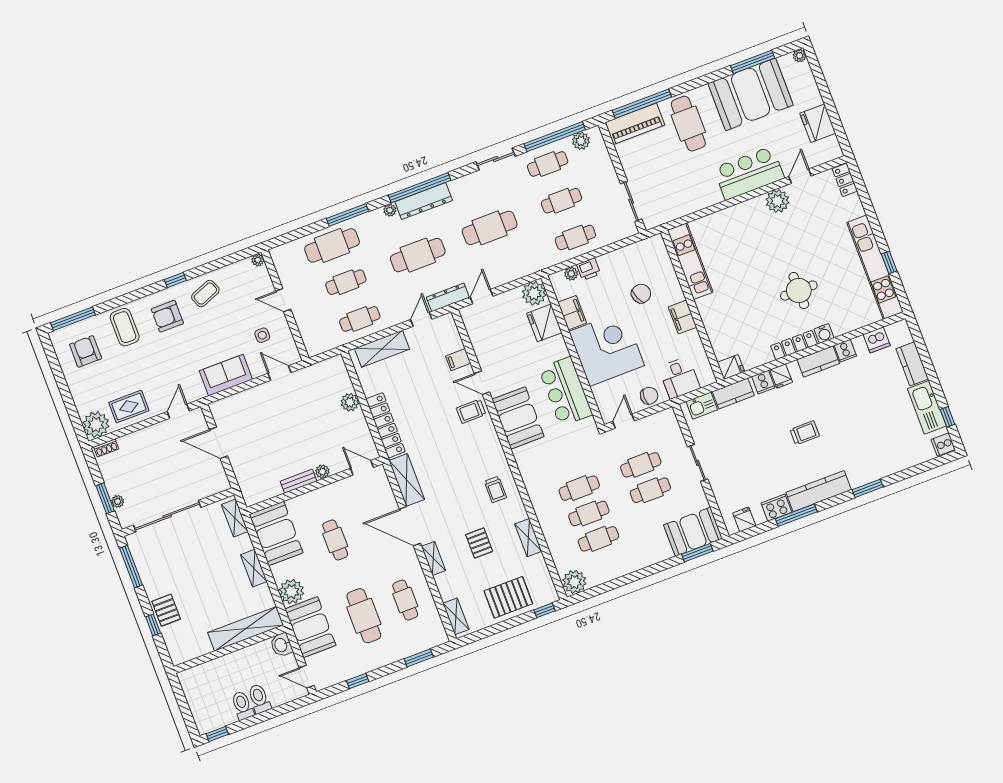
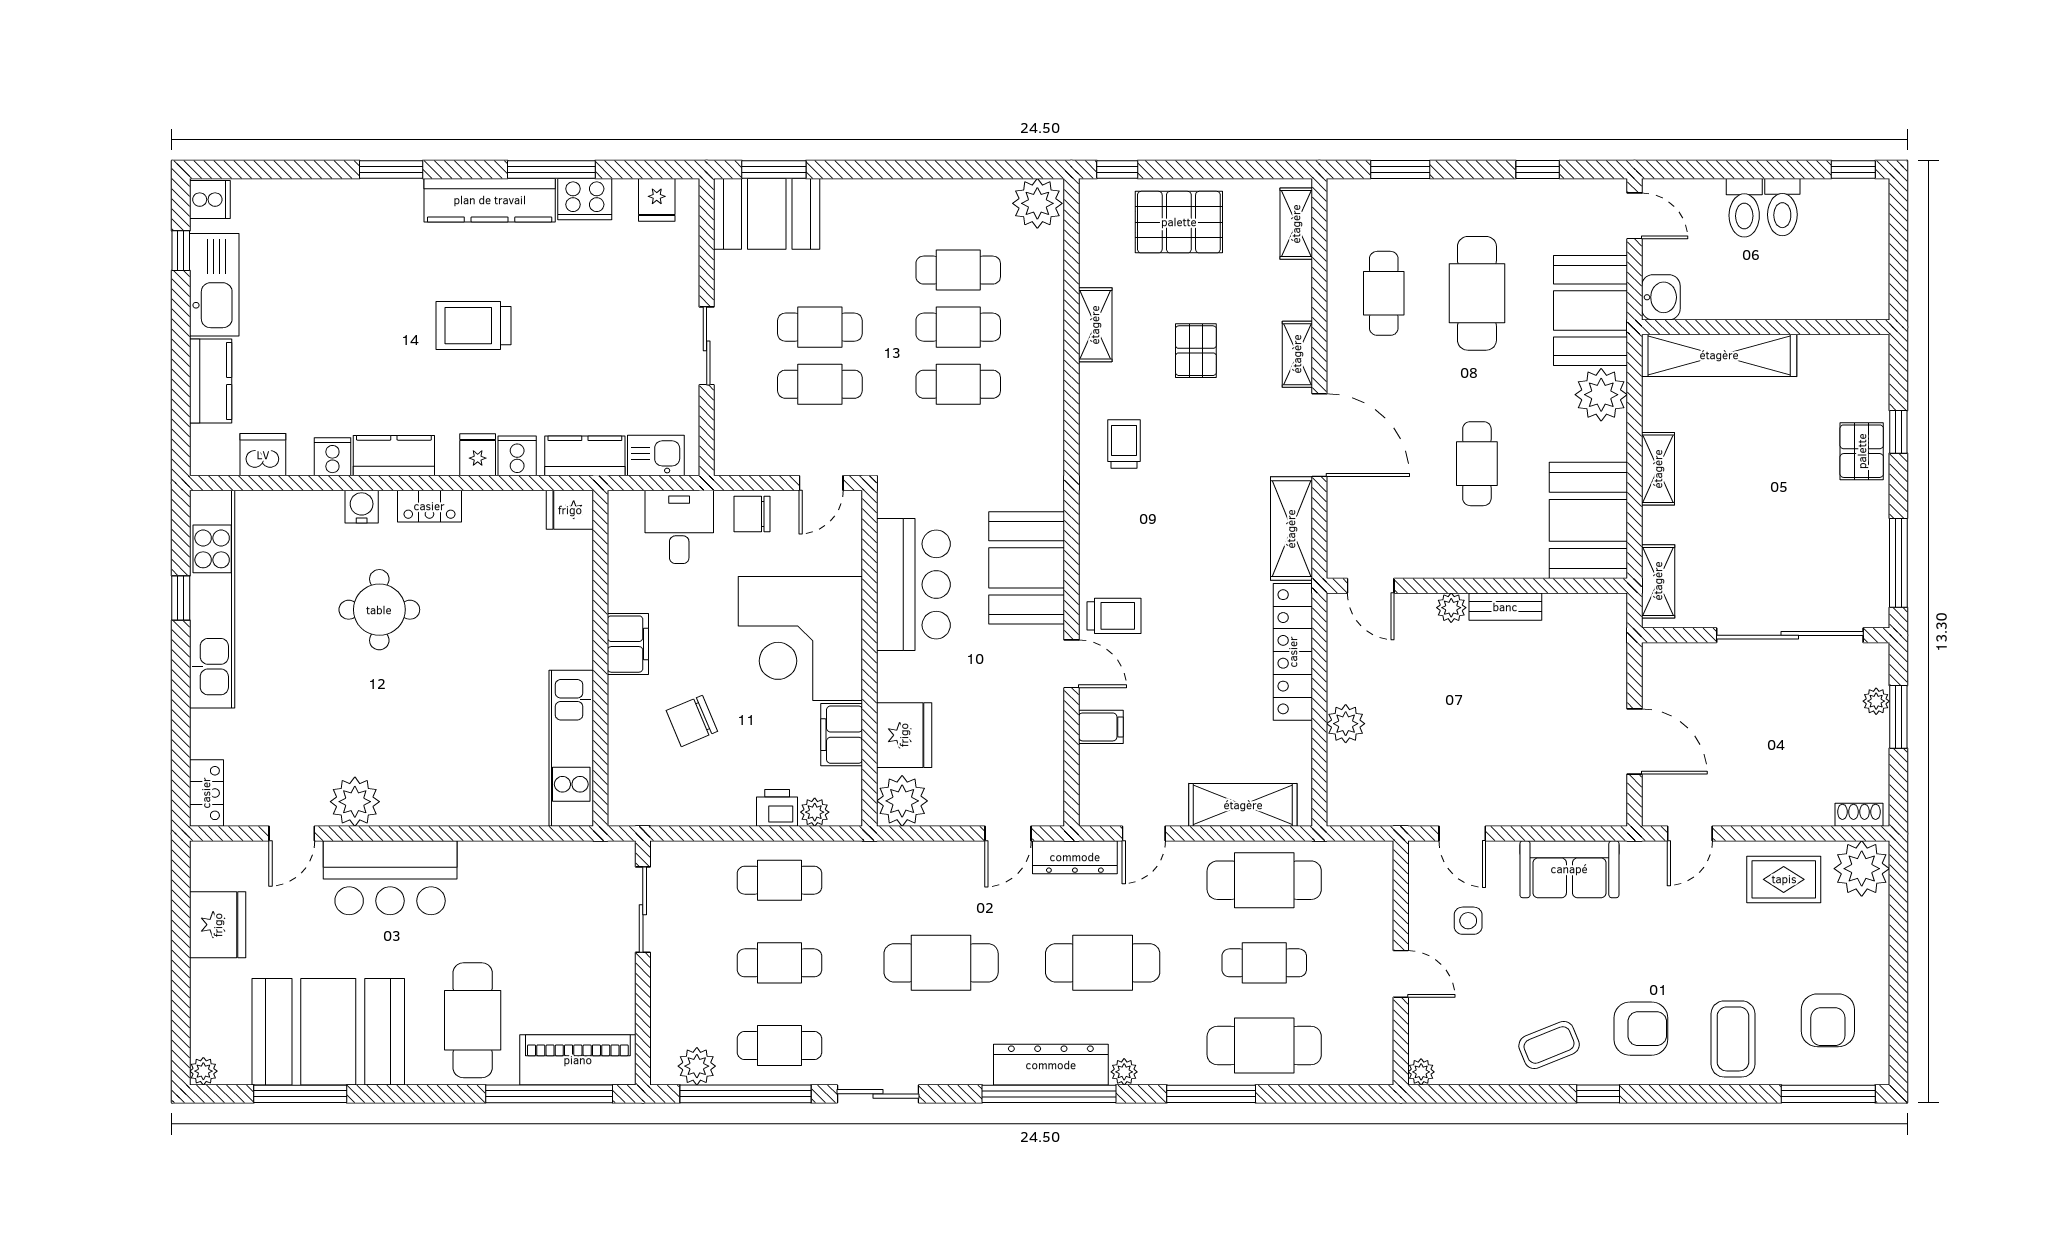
cafe table: (360, 319) -> (1264, 880), width x1.37, depth x1.35
locker: (794, 345) -> (429, 506), width x0.66
trolley: (805, 433) -> (473, 326), width x1.36, depth x1.39

